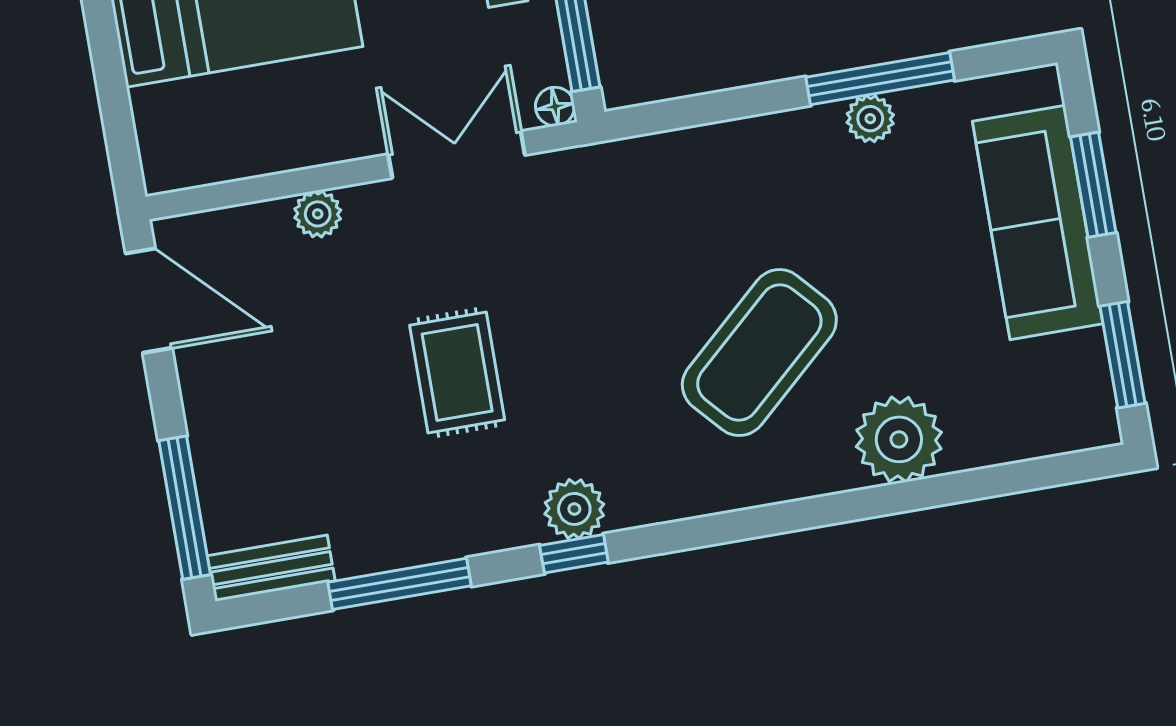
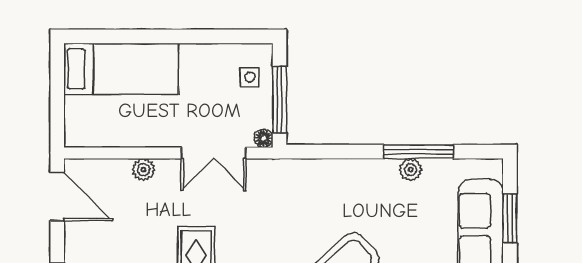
double door: (457, 155) -> (214, 153), swing flipped

